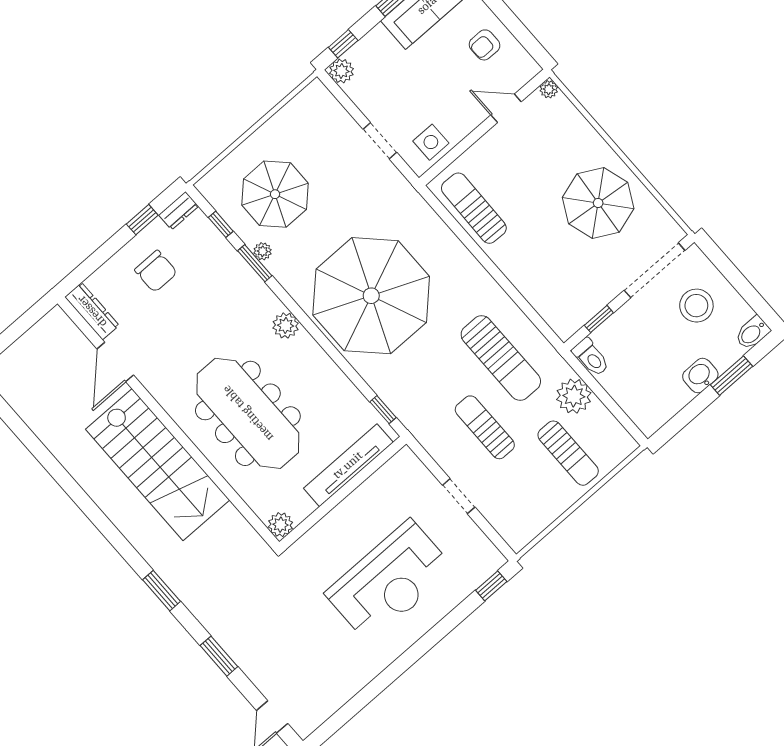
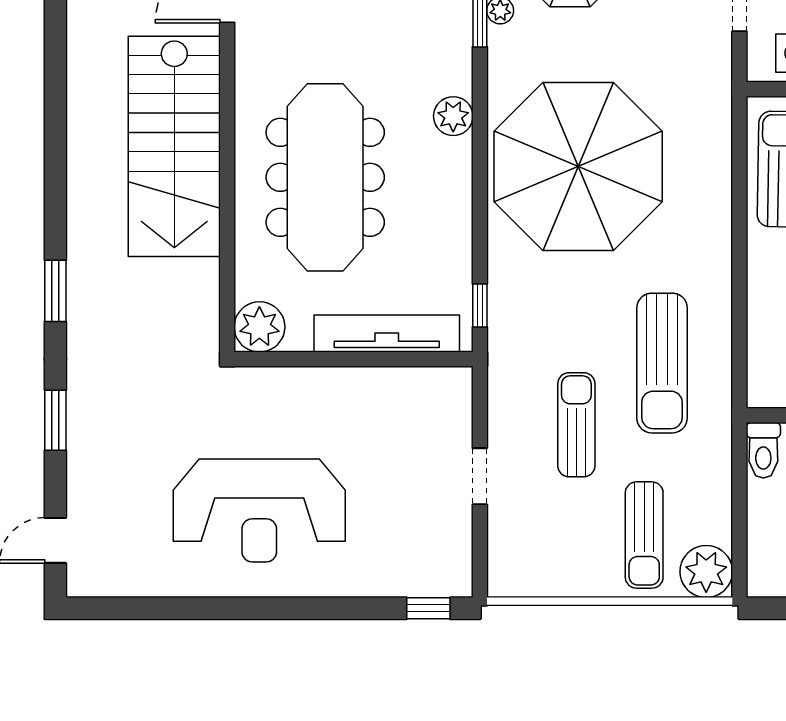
plant: (574, 396) -> (706, 572), moved
plant: (280, 525) -> (259, 327), width x1.36, depth x1.36
reception desk: (389, 581) -> (259, 510), moved

